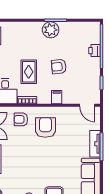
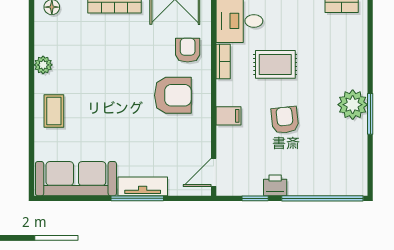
printer: (94, 51) -> (275, 185), moved

